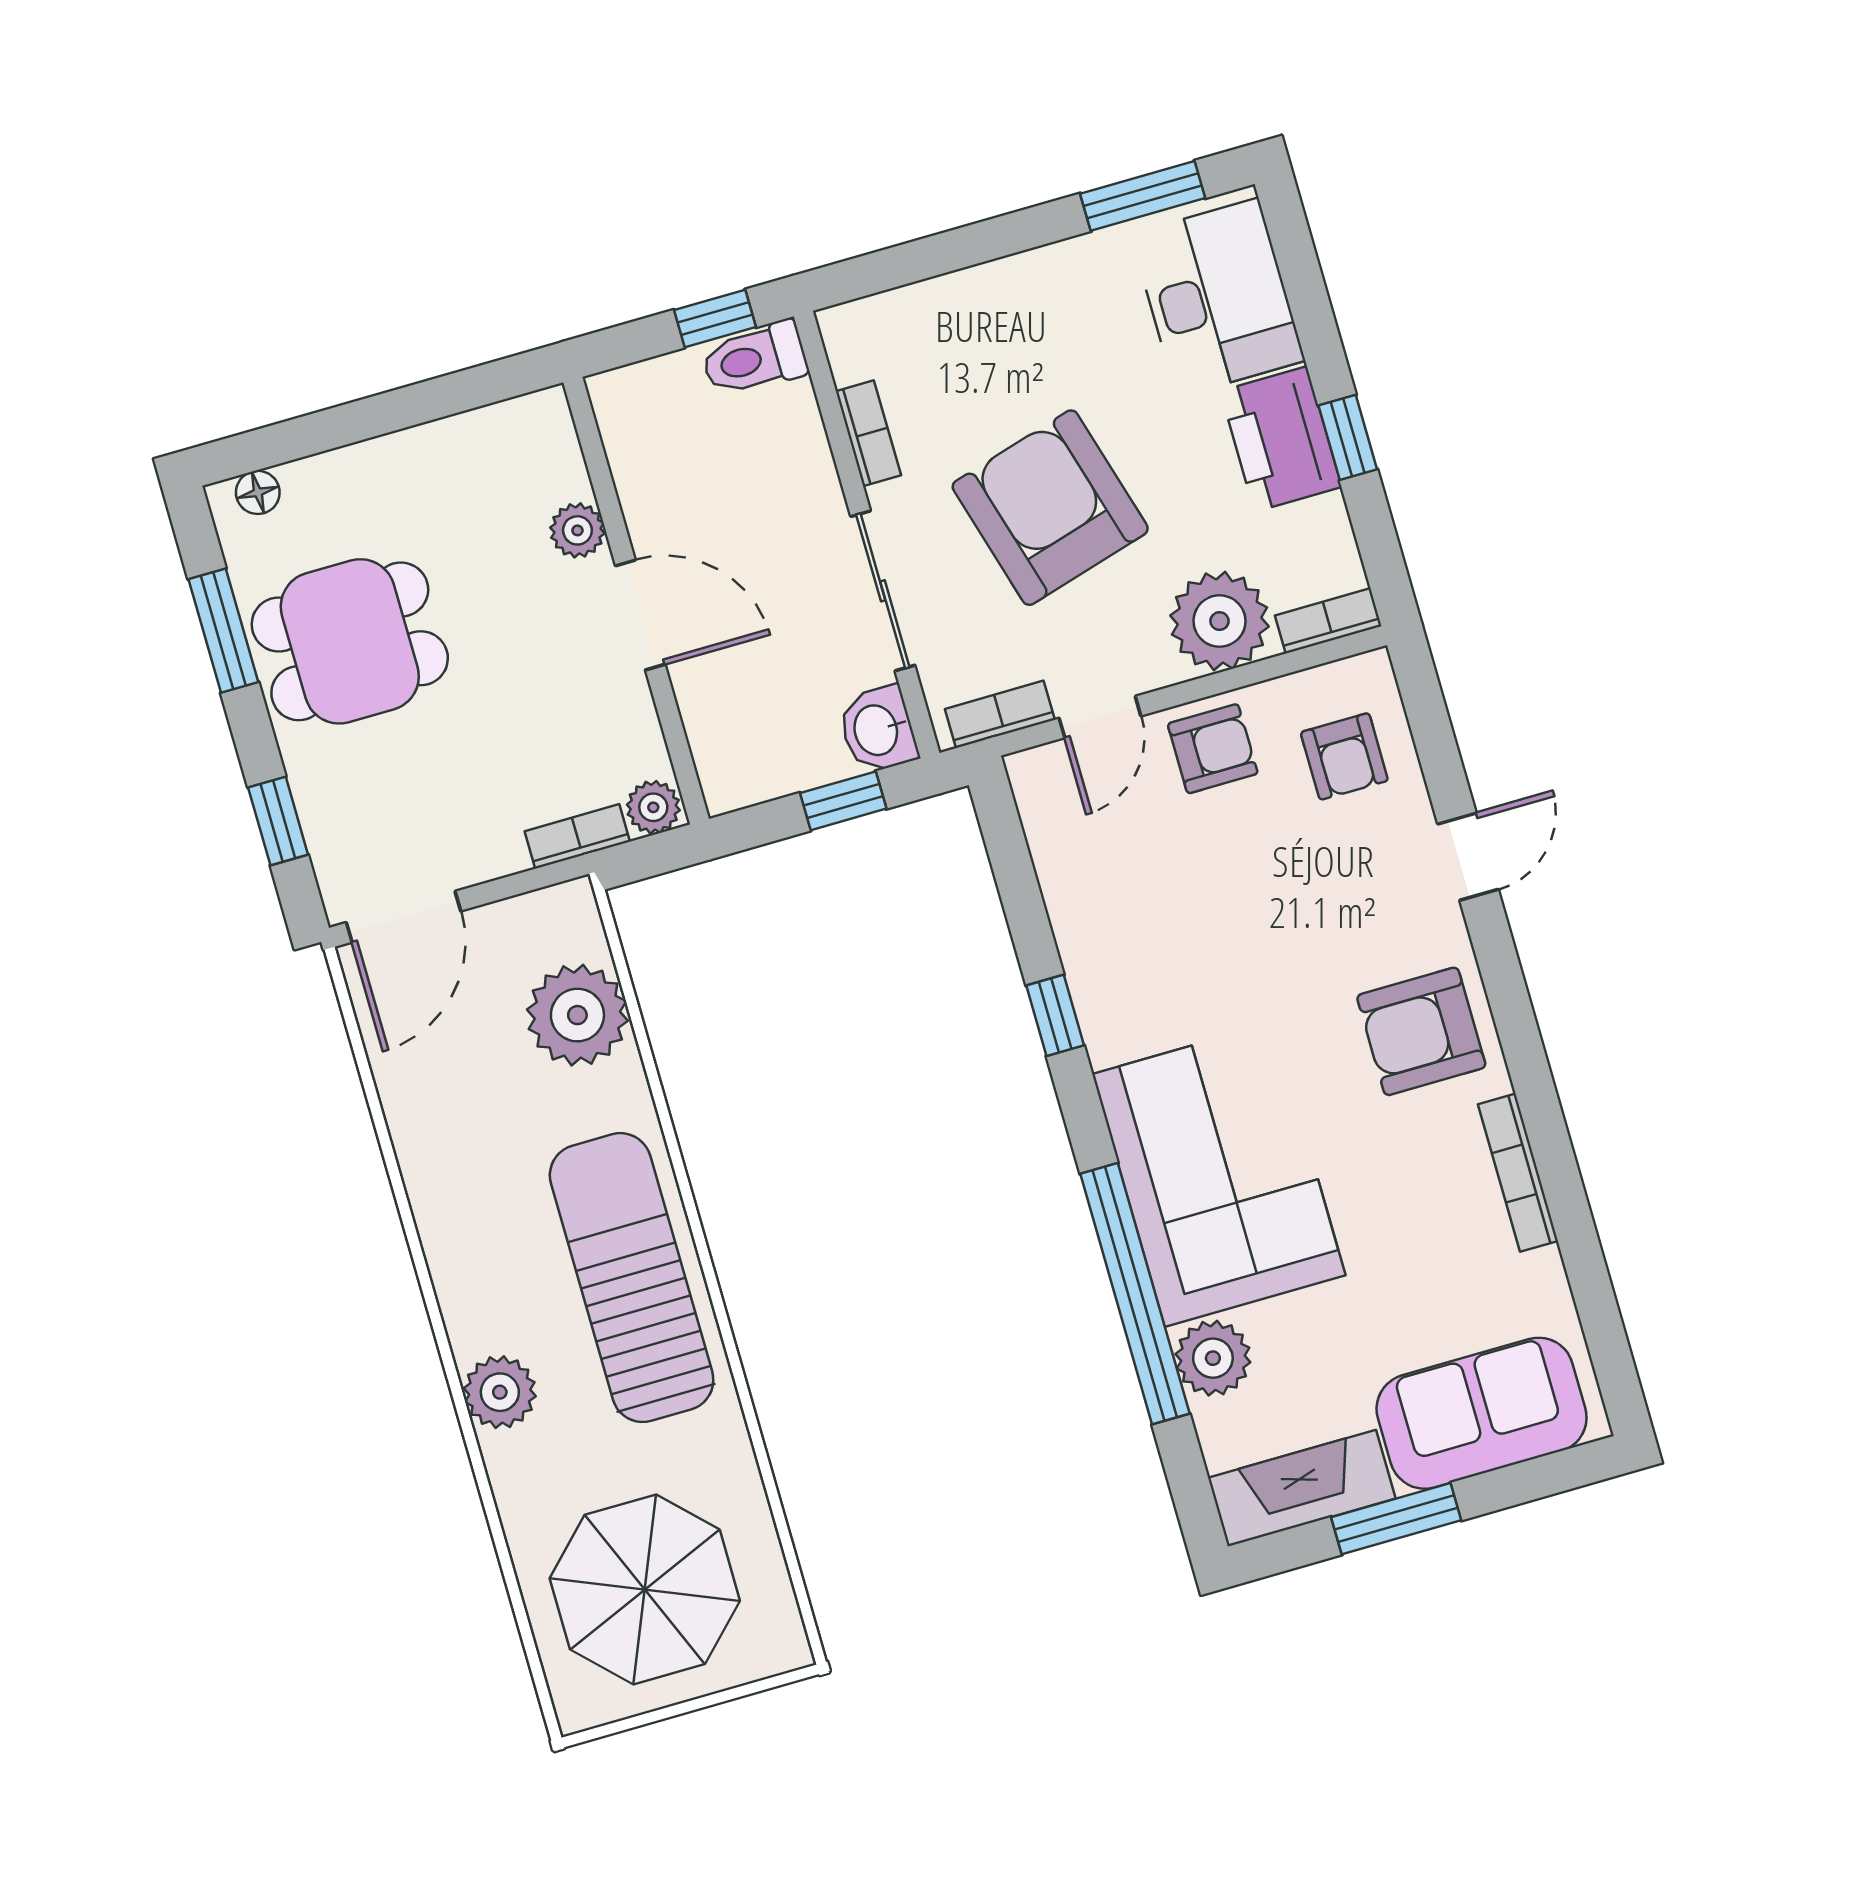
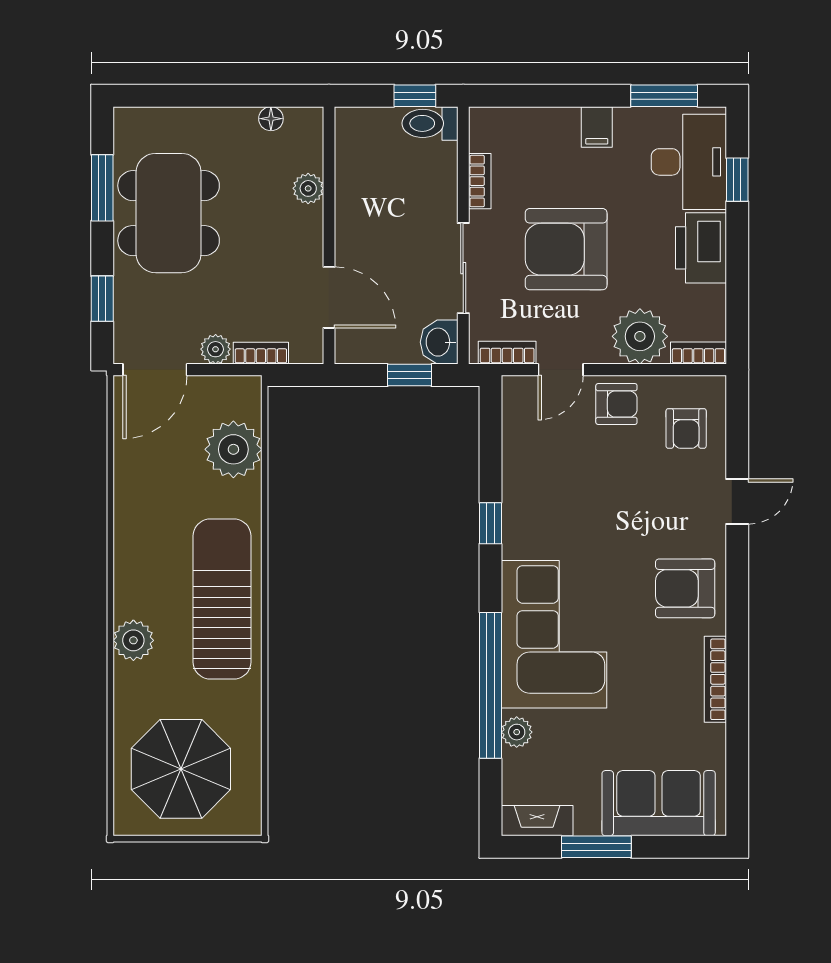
filing cabinet: (1043, 283) -> (597, 127), added
window: (1348, 437) -> (737, 180), moved
floor lamp: (258, 492) -> (271, 119), moved
armchair: (1050, 508) -> (566, 249), turned -74
door: (640, 615) -> (329, 297), moved
dining table: (350, 641) -> (169, 213), width x1.38
plant: (653, 807) -> (216, 349), moved
plant: (1213, 1358) -> (517, 732), width x0.73, depth x0.73
fireplace: (1302, 1488) -> (537, 821), width x0.73, depth x0.76

